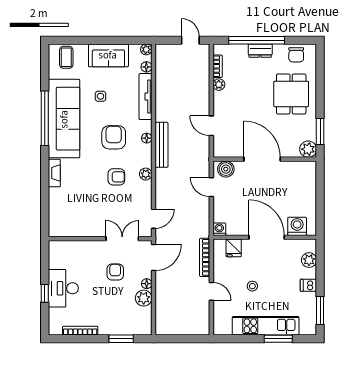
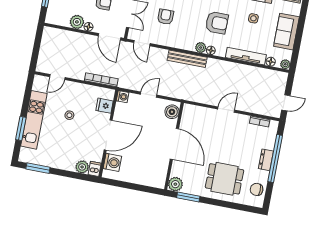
plant: (219, 85) -> (244, 120), removed
door: (211, 126) -> (226, 110), moved
bench: (162, 145) -> (187, 59), moved
door: (262, 159) -> (174, 144), hinge flipped
plant: (146, 174) -> (201, 48), moved
armchair: (116, 177) -> (165, 17), moved, turned 180
door: (211, 187) -> (149, 95), moved
dishwasher: (308, 285) -> (95, 169), moved
door: (211, 291) -> (57, 77), moved

